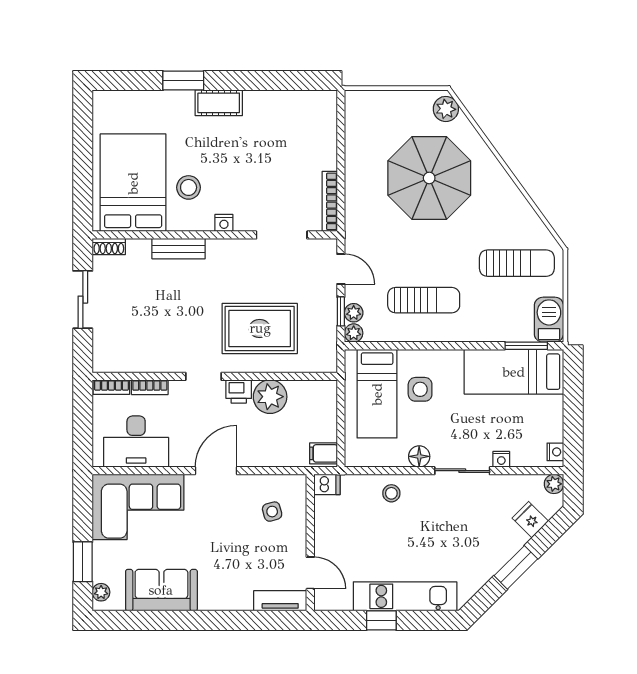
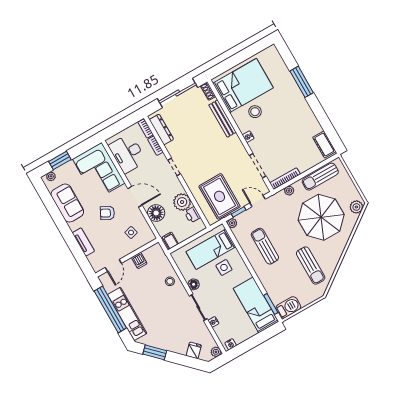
window: (183, 81) -> (302, 82), width x1.44
cot: (219, 103) -> (324, 144), moved
sun lounger: (360, 140) -> (320, 177), added
bench: (179, 249) -> (223, 119), width x1.36
sun lounger: (517, 263) -> (311, 266), moved
door: (341, 269) -> (258, 201), swing flipped
sliding door: (83, 300) -> (178, 93), width x1.37
sun lounger: (424, 300) -> (265, 246), turned 180
plant: (354, 313) -> (289, 191), moved
rug: (260, 328) -> (220, 196), moved
dresser: (128, 362) -> (161, 129), added
printer: (239, 391) -> (192, 215), moved
floor lamp: (264, 451) -> (156, 213), added
dishwasher: (327, 484) -> (139, 260), moved
armchair: (217, 533) -> (107, 213), added
window: (516, 567) -> (155, 352), moved
tv unit: (280, 601) -> (83, 242), moved
window: (381, 620) -> (110, 309), width x3.17

